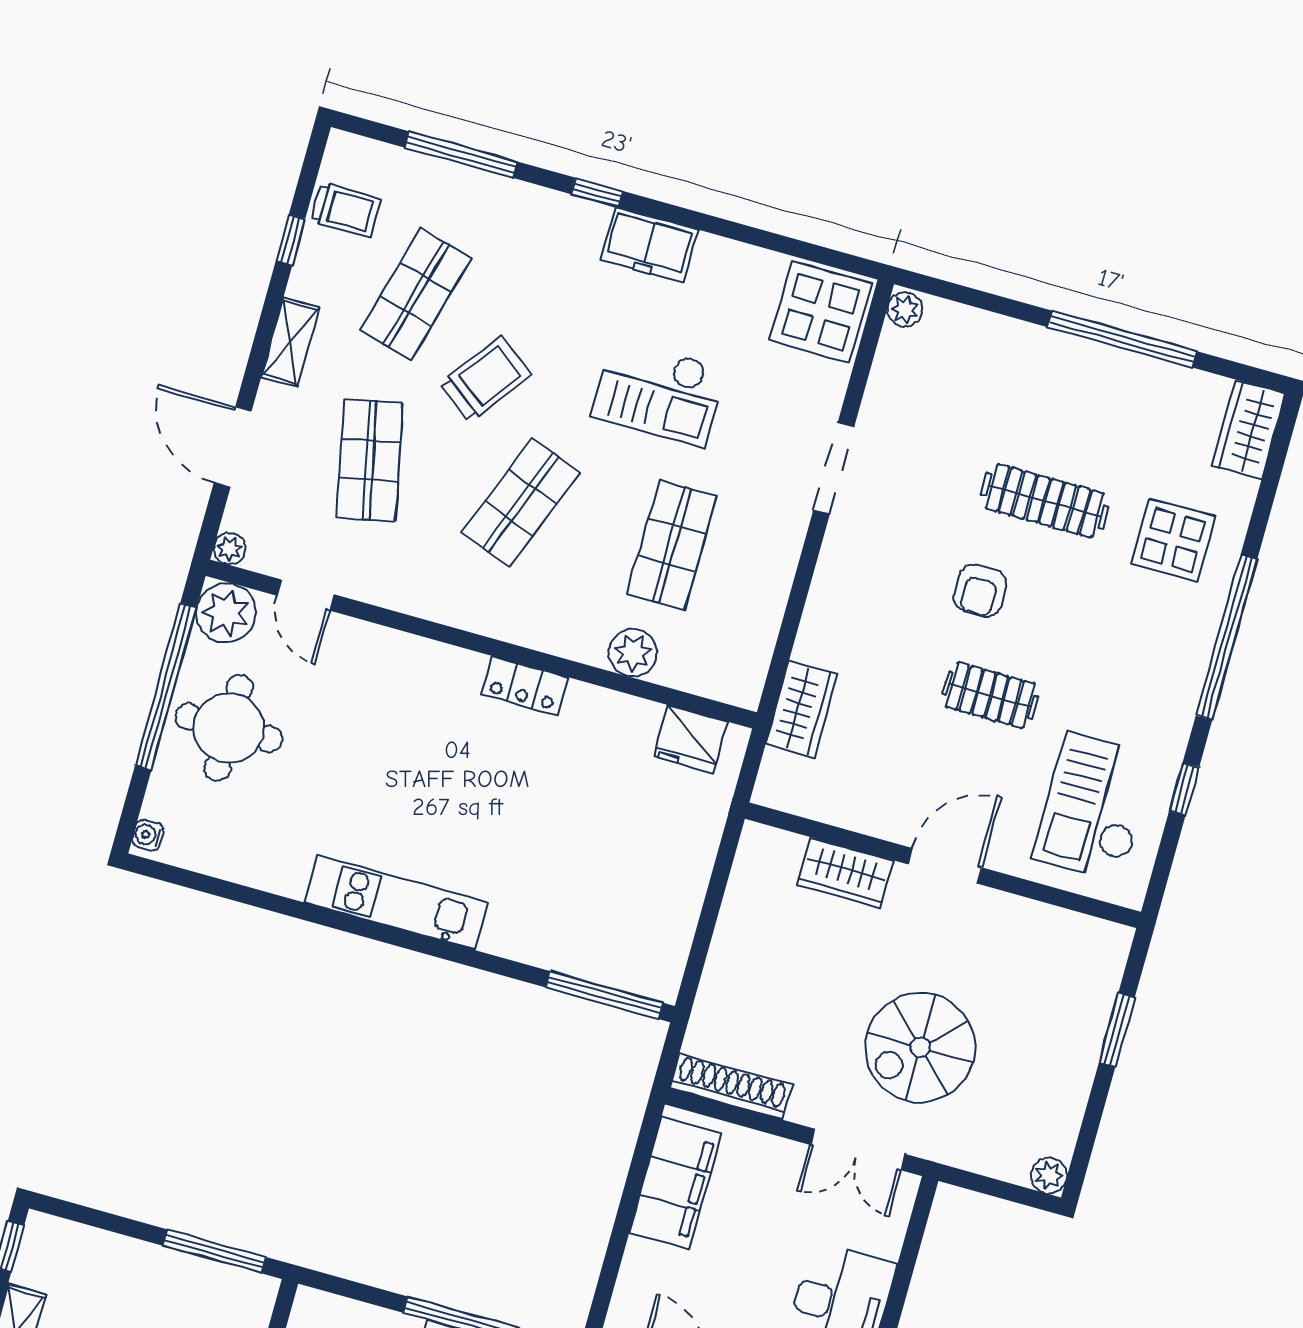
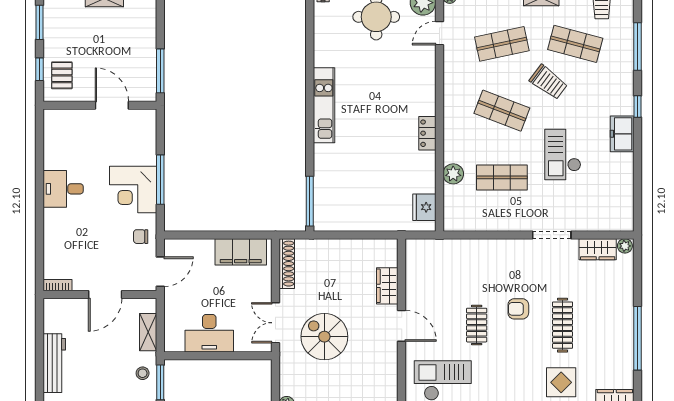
display table: (821, 312) -> (614, 212), removed
wardrobe: (802, 709) -> (598, 249), moved

